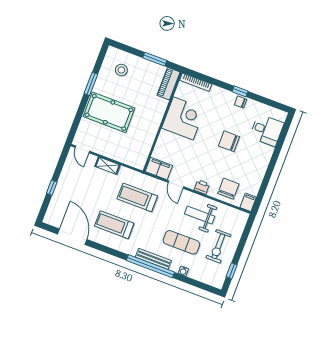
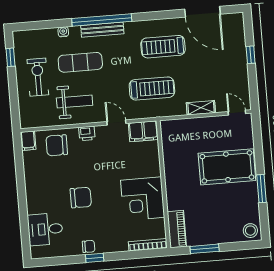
stool: (121, 70) -> (250, 231), moved
chair: (228, 189) -> (57, 145), turned 90
treadmill: (114, 225) -> (163, 47), turned 180

